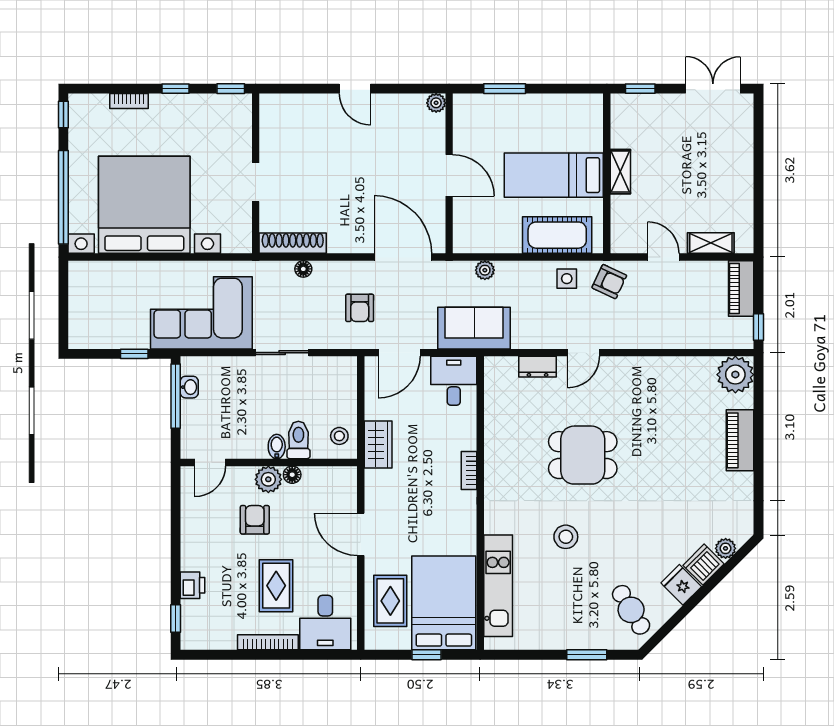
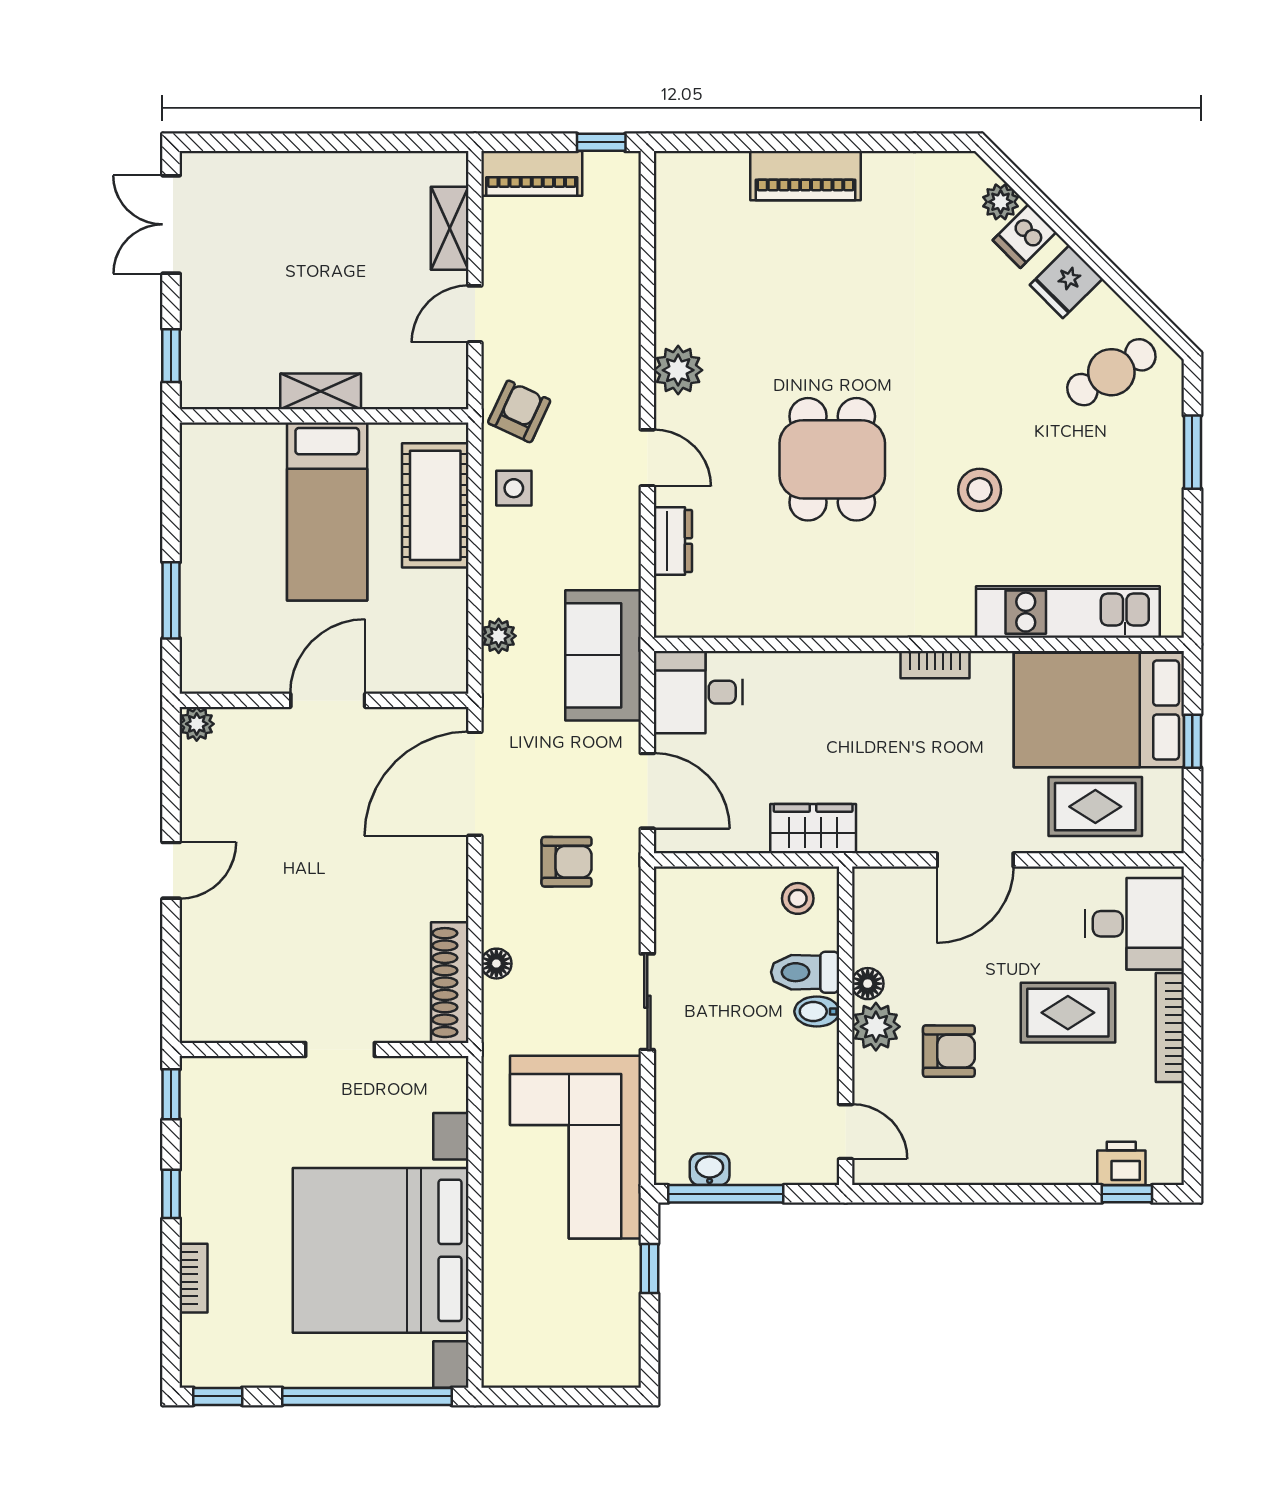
plant: (735, 375) -> (678, 370), moved, width x0.73, depth x0.73
bookcase: (469, 471) -> (935, 665), moved
armchair: (255, 520) -> (949, 1051), turned 180
dishwasher: (704, 565) -> (1025, 236), width x0.73
printer: (192, 585) -> (1121, 1163), moved

